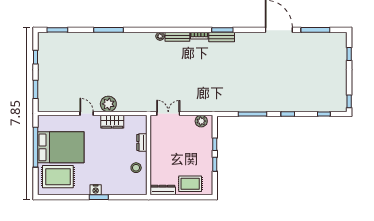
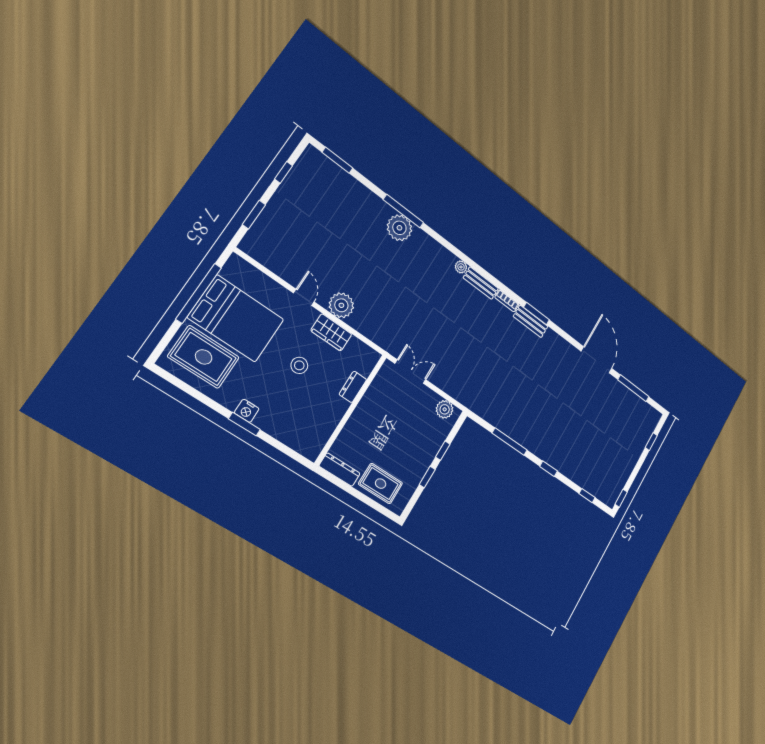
plant: (112, 40) -> (399, 228), added
stool: (136, 168) -> (299, 365), moved

